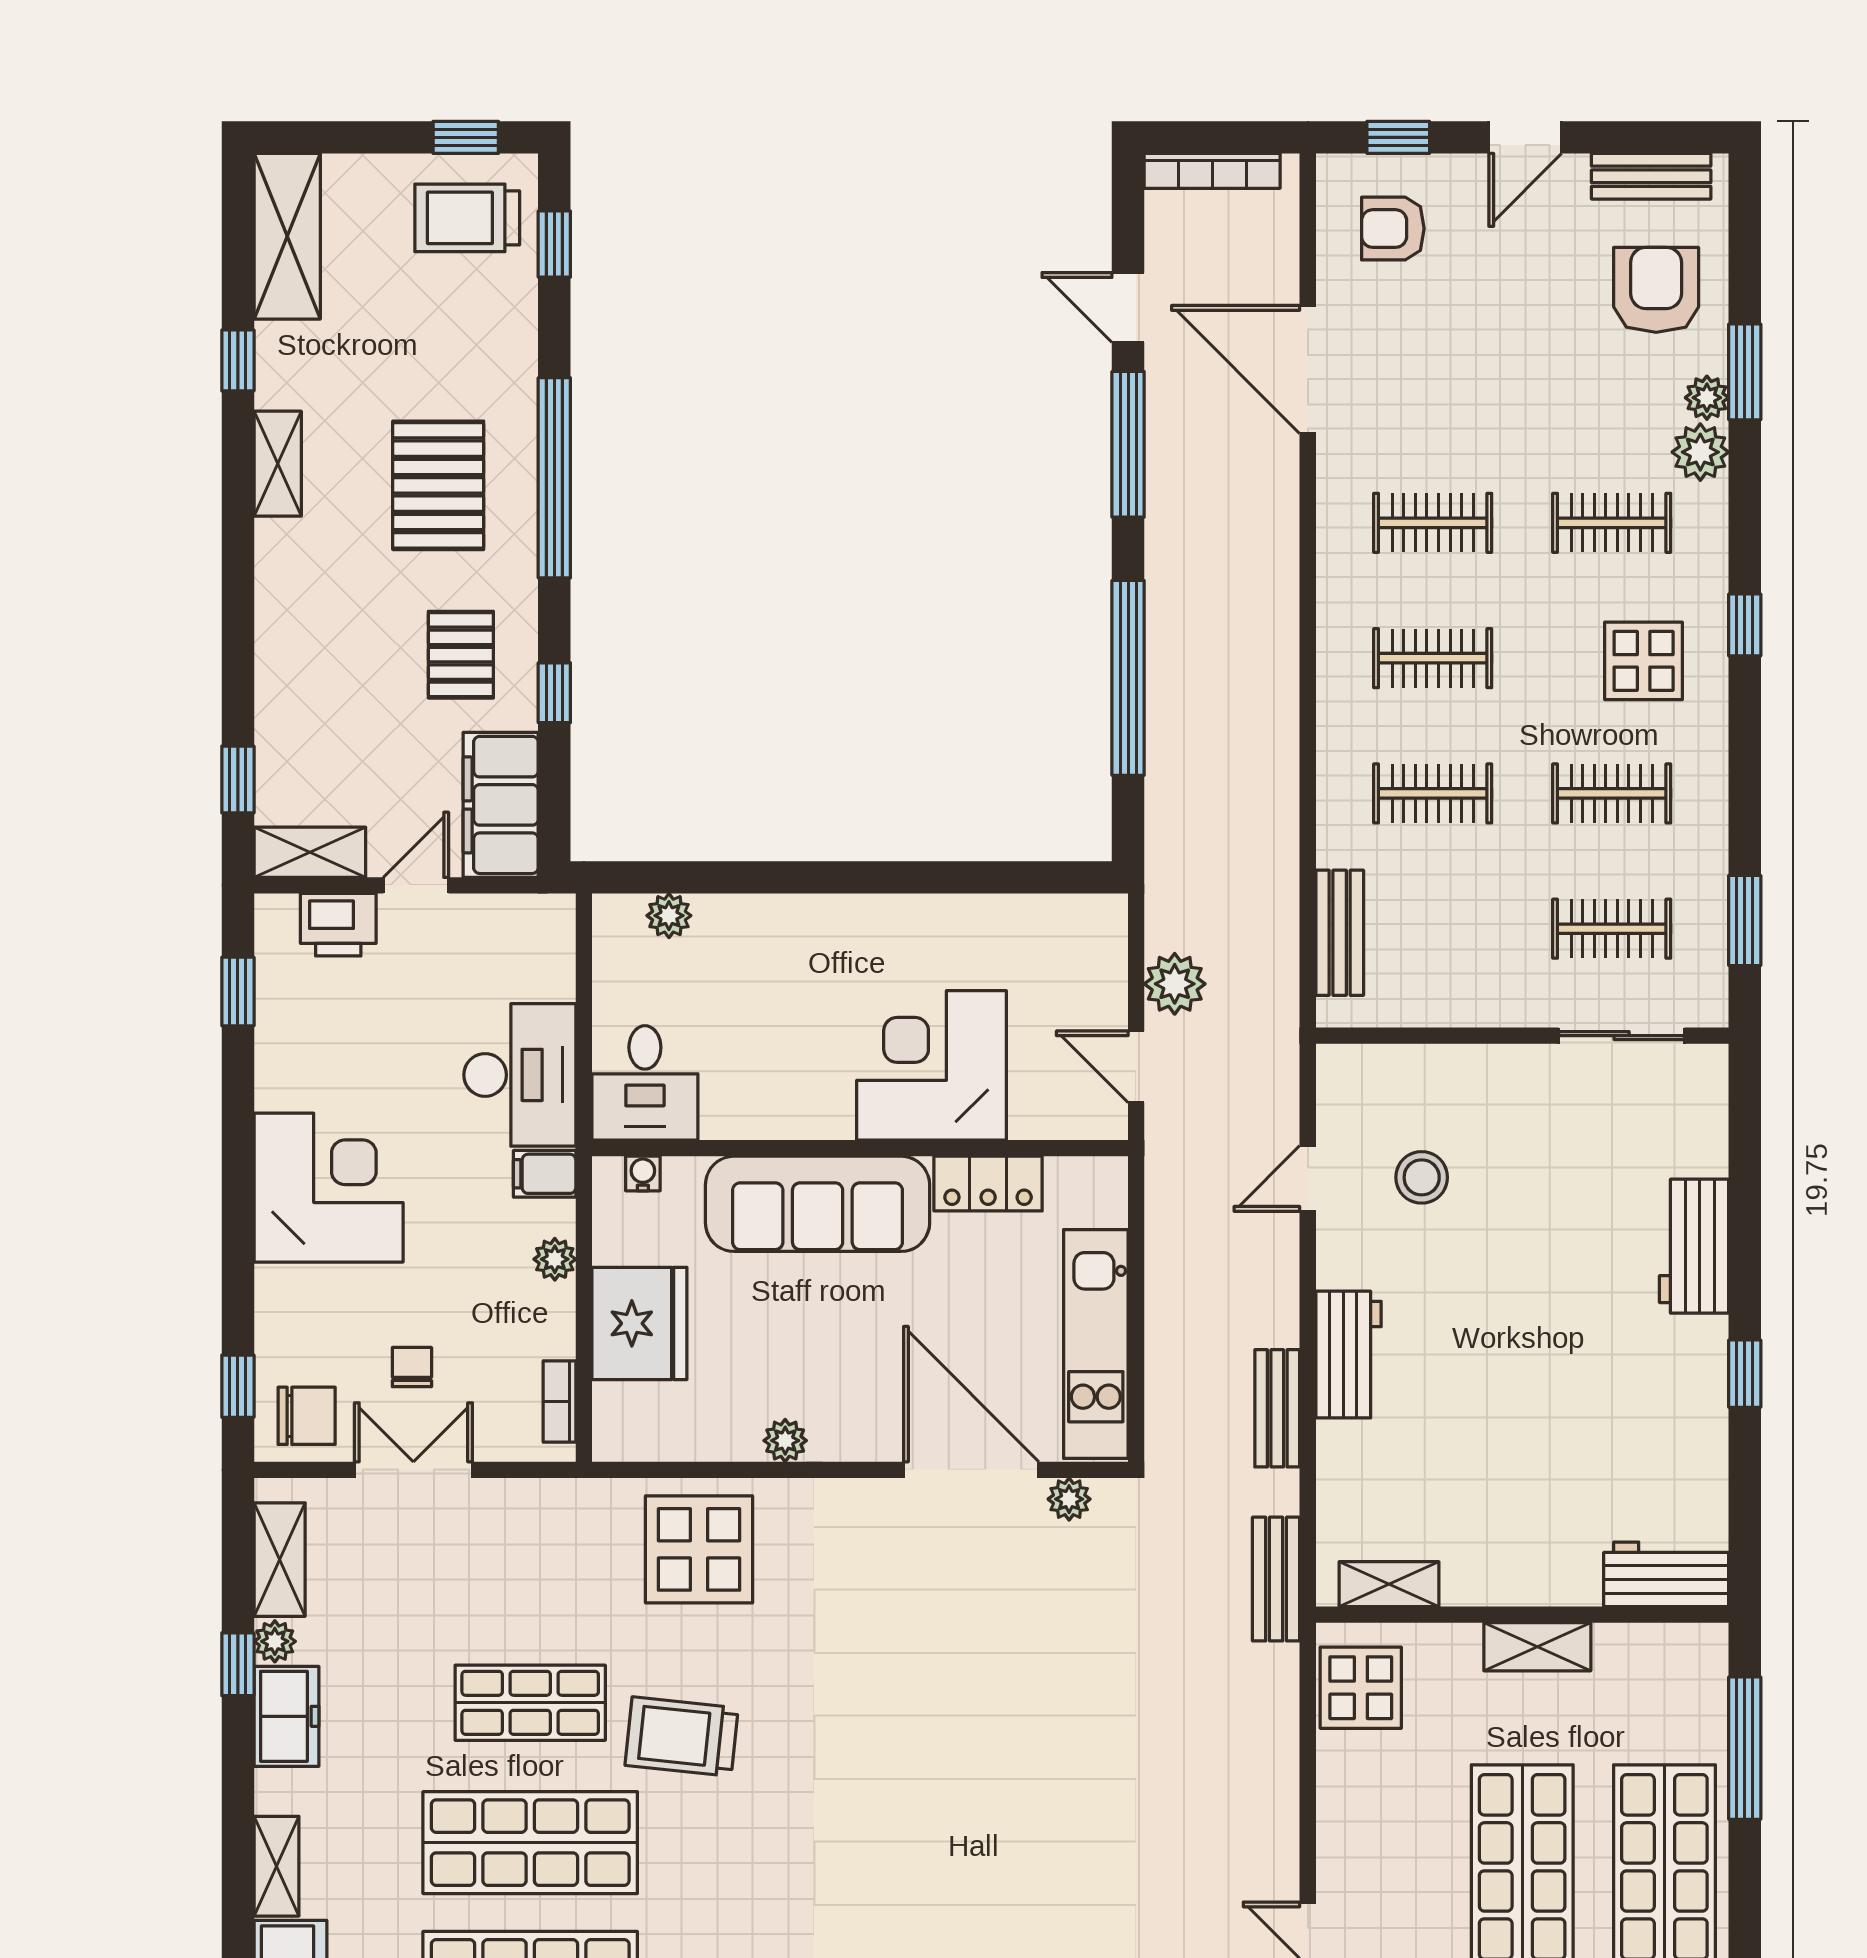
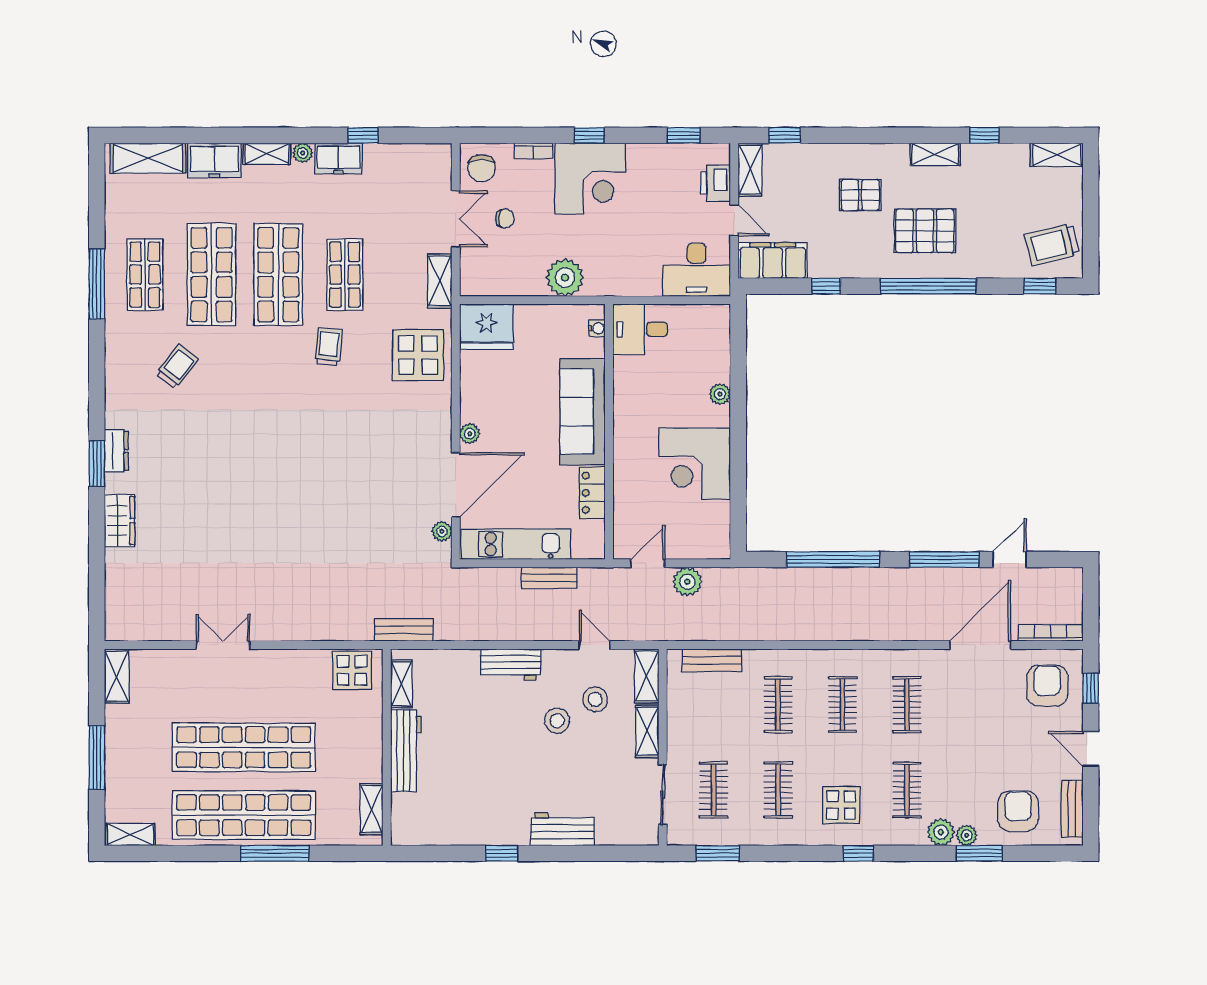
window: (466, 137) -> (1091, 244), removed
bookcase: (1212, 171) -> (1051, 633), moved, turned 90
trolley: (467, 218) -> (1052, 245), turned -104
armchair: (1393, 229) -> (1047, 686), width x1.38, depth x1.38
shelving: (287, 236) -> (1057, 155), width x0.67, depth x0.75
armchair: (1656, 290) -> (1018, 811), turned -90
pallet: (461, 655) -> (860, 195), moved
plant: (669, 916) -> (720, 394), moved
corner desk: (931, 1065) -> (695, 463), moved, turned 180
shelving: (1488, 1068) -> (647, 731), added
shelving: (1373, 1069) -> (647, 676), added
desk: (520, 1075) -> (696, 270), moved
filing cabinet: (545, 1174) -> (597, 281), removed
stool: (1467, 1257) -> (557, 721), added
plant: (555, 1259) -> (565, 278), width x1.87, depth x1.87
fridge: (639, 1323) -> (486, 327), moved
window: (238, 1386) -> (589, 135), moved
bookcase: (559, 1402) -> (533, 151), moved, turned 180
bench: (1277, 1408) -> (549, 578), moved
plant: (785, 1441) -> (470, 434), moved
shelving: (280, 1560) -> (440, 281), moved, turned 90
workbench: (1666, 1574) -> (406, 751), moved, width x1.38
plant: (275, 1641) -> (303, 153), moved
shelving: (1537, 1647) -> (371, 809), moved
trolley: (682, 1737) -> (329, 347), width x0.73, depth x0.72
window: (1745, 1748) -> (275, 853), moved

